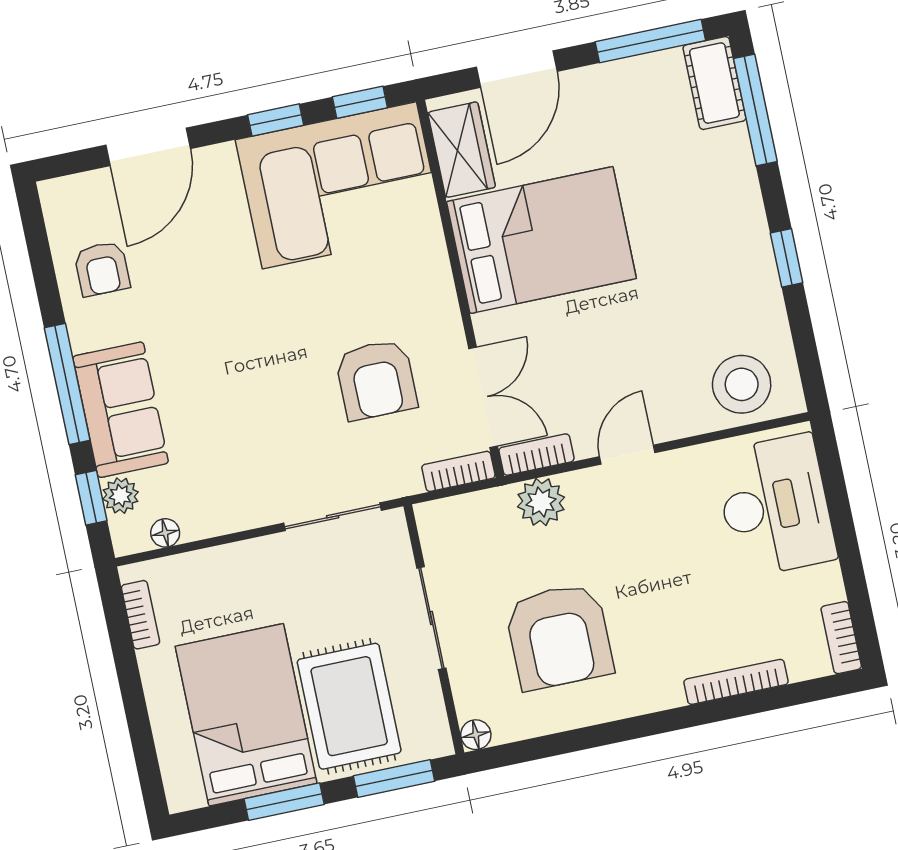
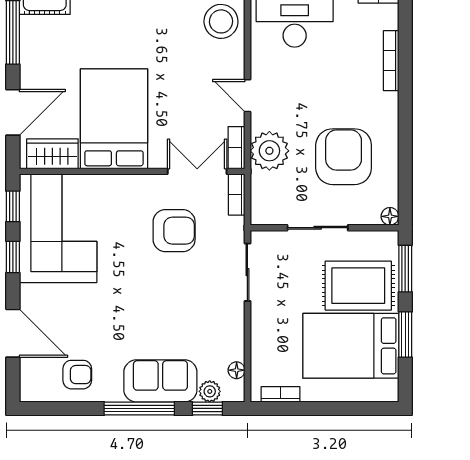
door: (517, 69) -> (13, 112), hinge flipped
plant: (541, 502) -> (269, 151), width x1.36, depth x1.36
armchair: (559, 636) -> (344, 157), turned -90

